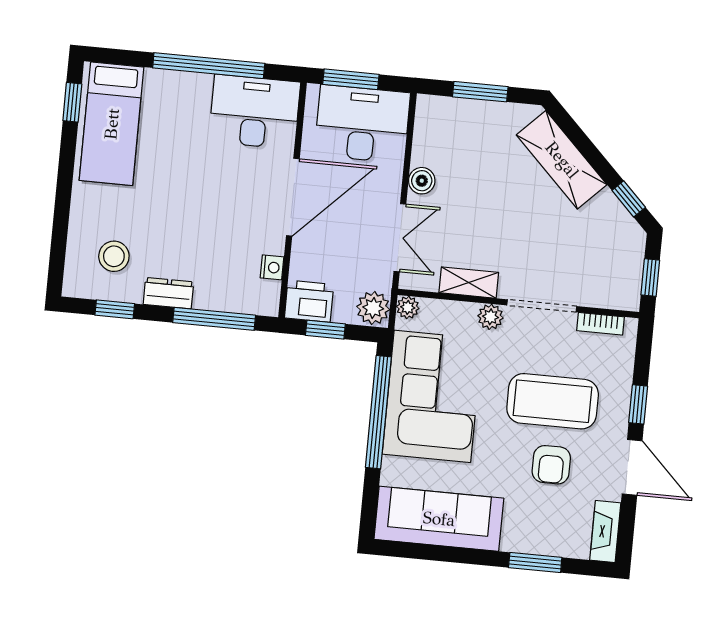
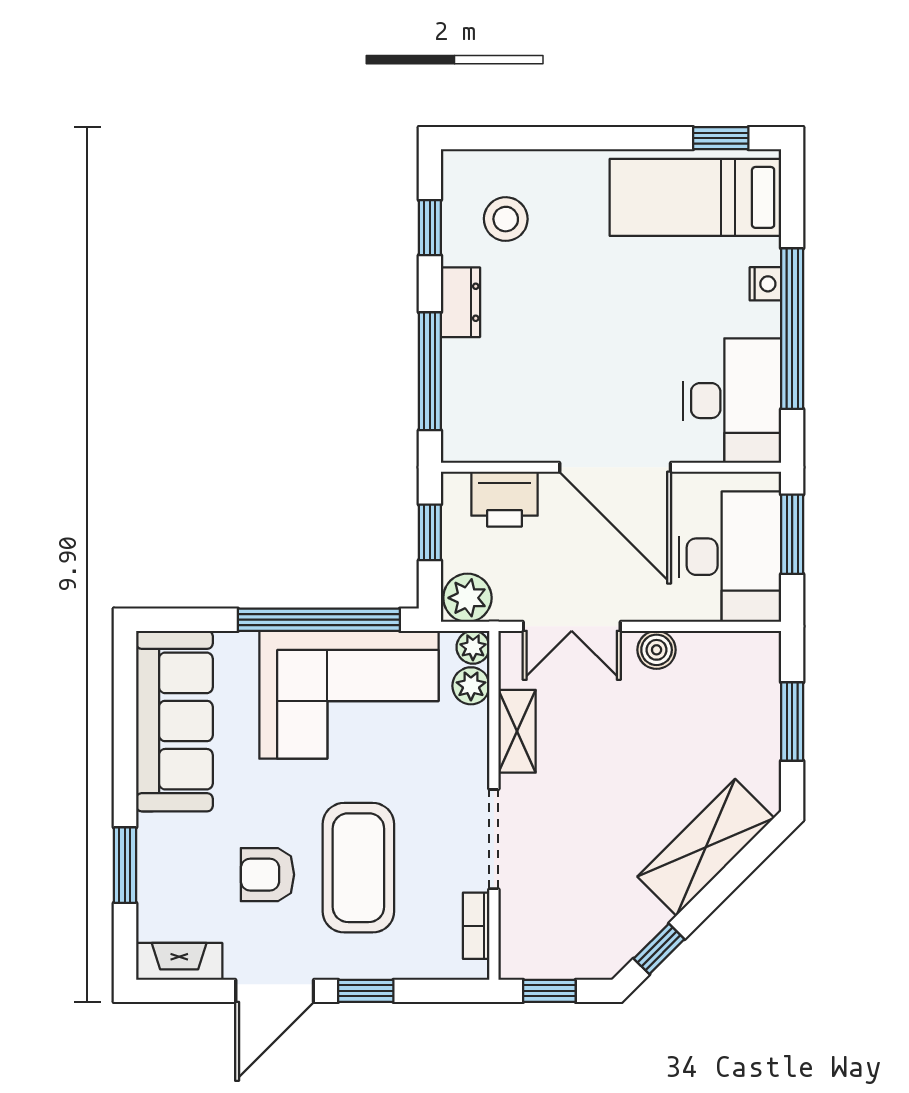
nightstand: (272, 267) -> (765, 284), moved, turned -90
printer: (309, 301) -> (504, 499), moved, turned 90
plant: (490, 317) -> (471, 686), moved

